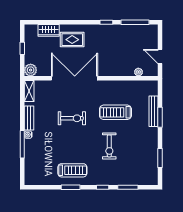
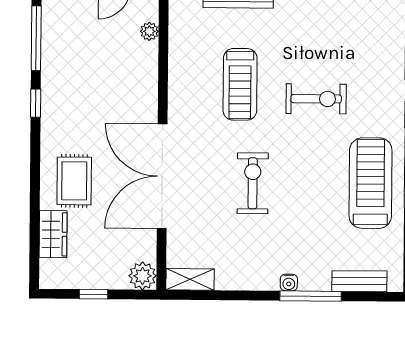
bench: (29, 118) -> (359, 281), moved
treadmill: (72, 170) -> (371, 183), width x1.37, depth x1.38

